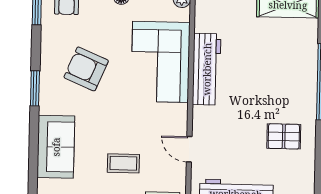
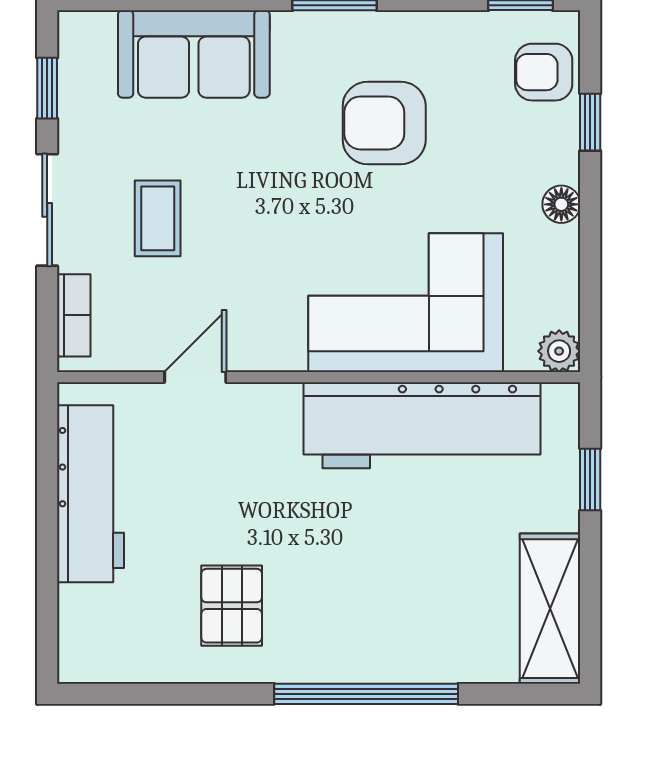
armchair: (86, 69) -> (384, 123), turned -113
workbench: (207, 69) -> (422, 425), width x1.36, depth x1.32

